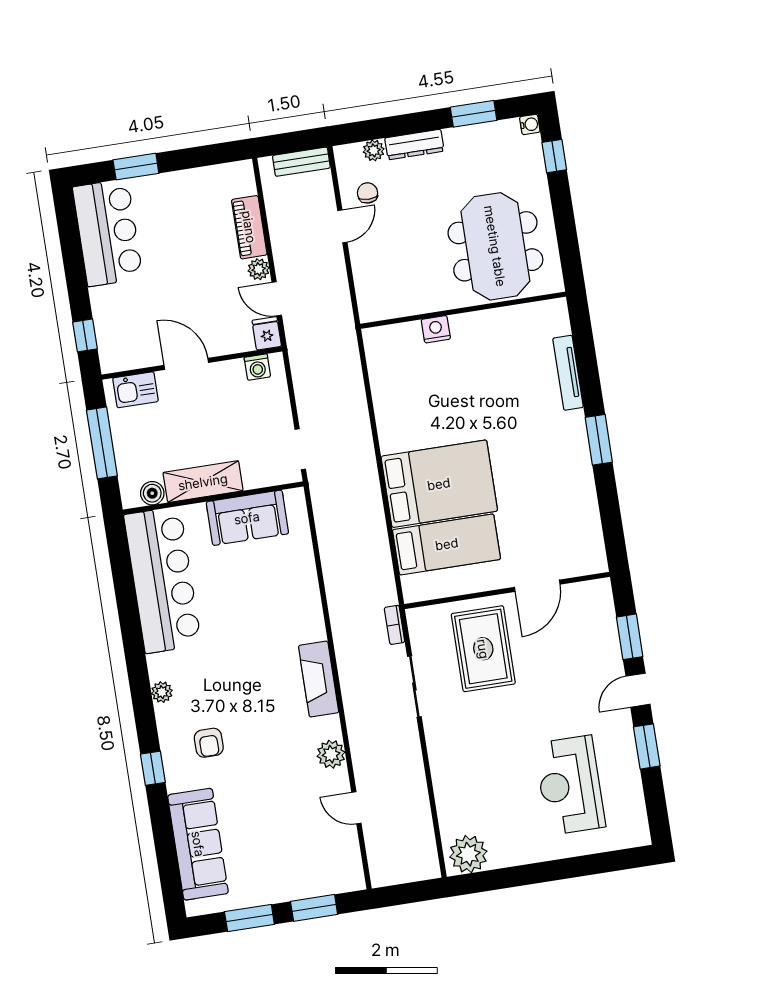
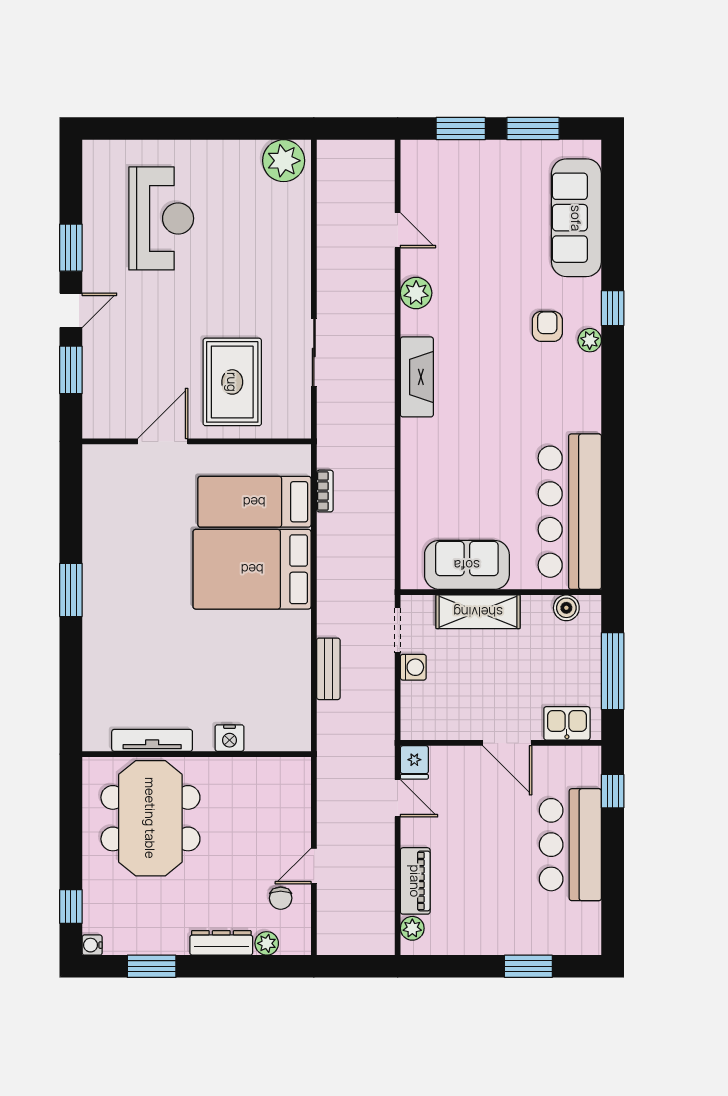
bench: (301, 162) -> (328, 669), moved, turned 90
bar counter: (108, 233) -> (570, 845), moved
plant: (259, 269) -> (412, 928), moved
washing machine: (257, 367) -> (413, 667), moved, turned 90
tv unit: (568, 373) -> (152, 740), moved, turned -90
shelving: (203, 482) -> (478, 612), moved
bookcase: (395, 625) -> (325, 491), moved
plant: (162, 692) -> (590, 340), moved

